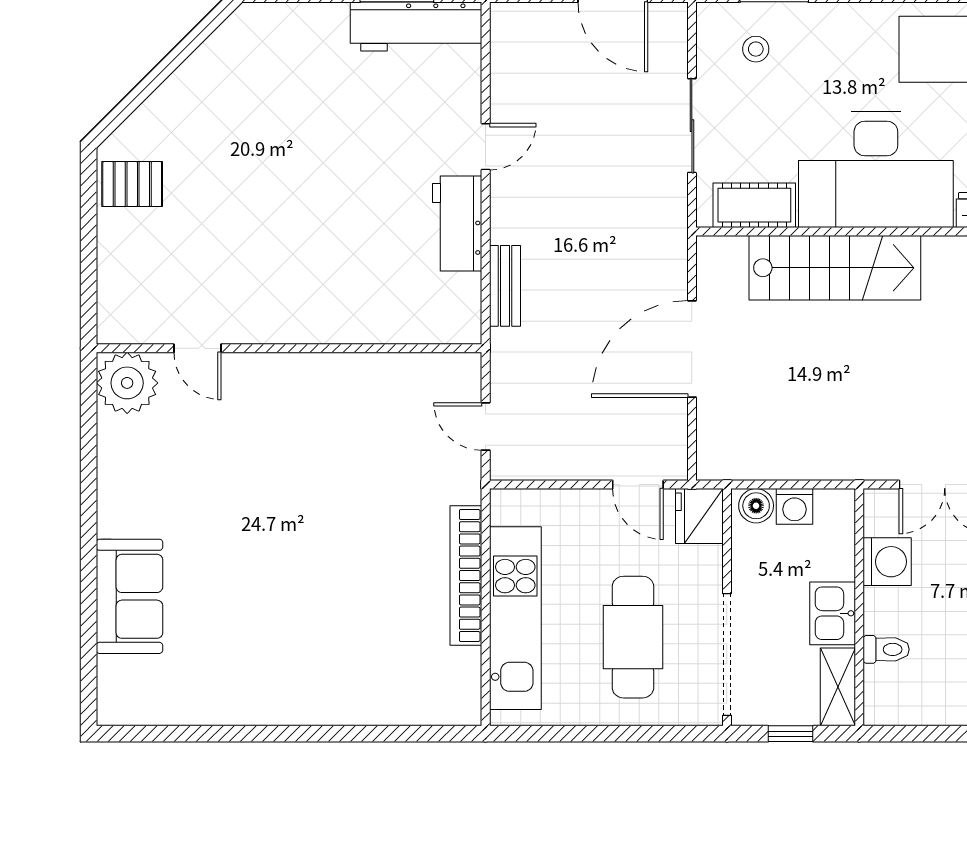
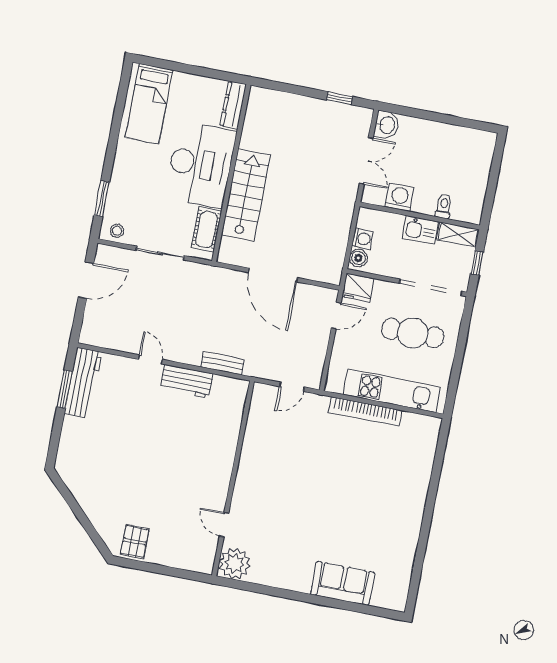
stool: (756, 49) -> (117, 231), moved
door: (197, 348) -> (224, 525), swing flipped

